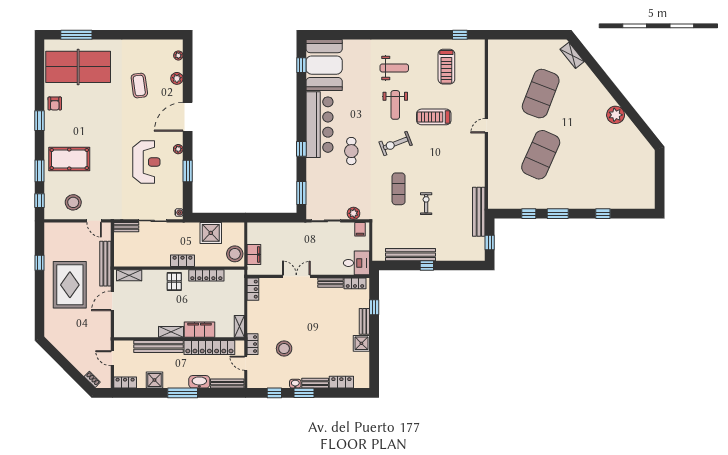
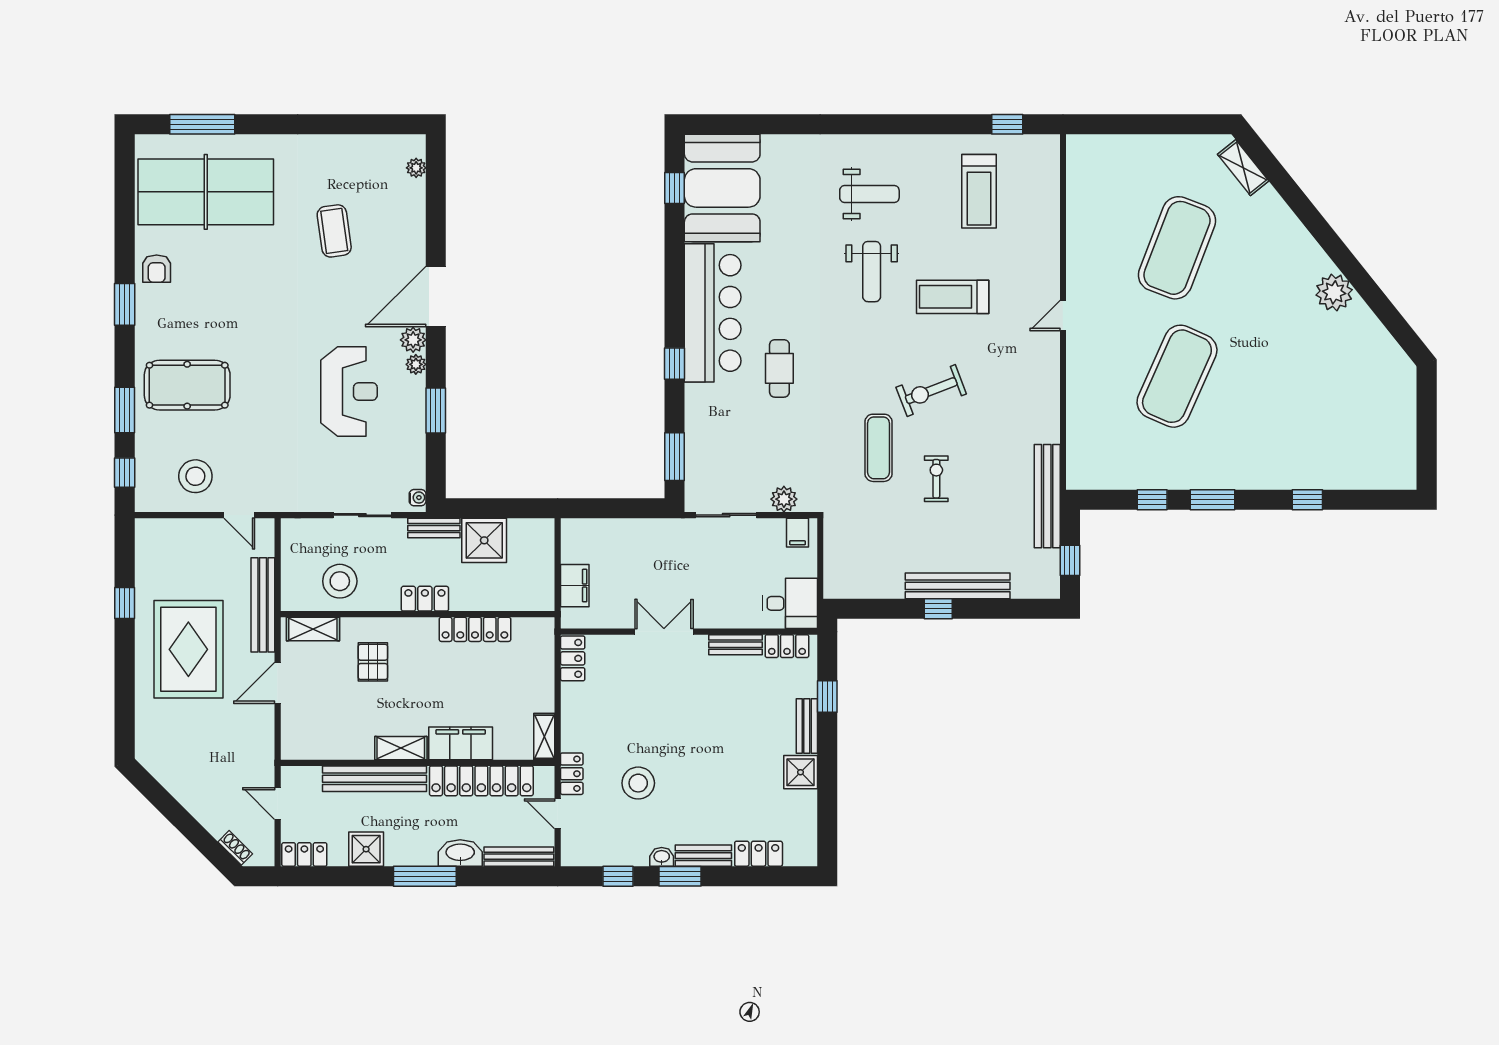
plant: (177, 78) -> (413, 340), moved
exercise bike: (396, 143) -> (931, 391), moved
bench: (126, 227) -> (434, 528), moved
stool: (235, 254) -> (340, 581), moved
bench: (411, 255) -> (958, 586), moved
pallet: (174, 282) -> (373, 662), moved

